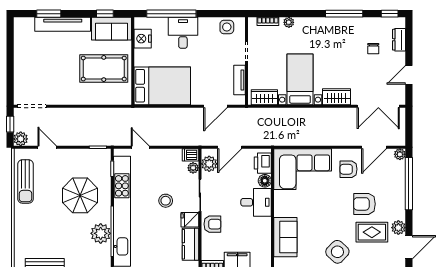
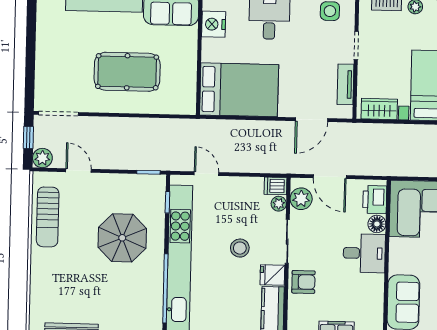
pool table: (104, 69) -> (127, 72), moved
door: (230, 147) -> (330, 177), hinge flipped
plant: (101, 233) -> (149, 291), removed

